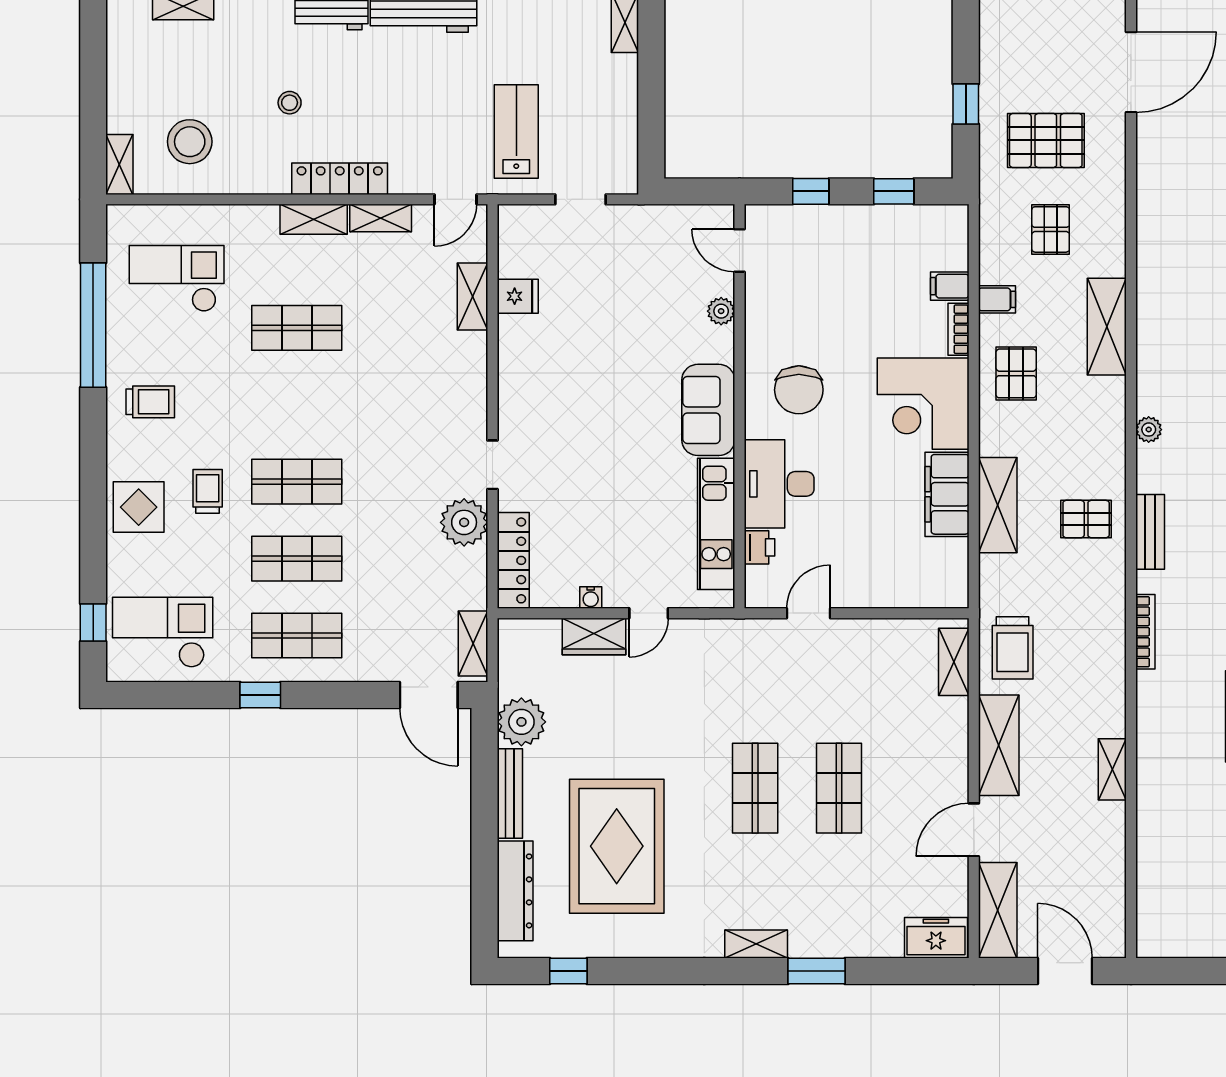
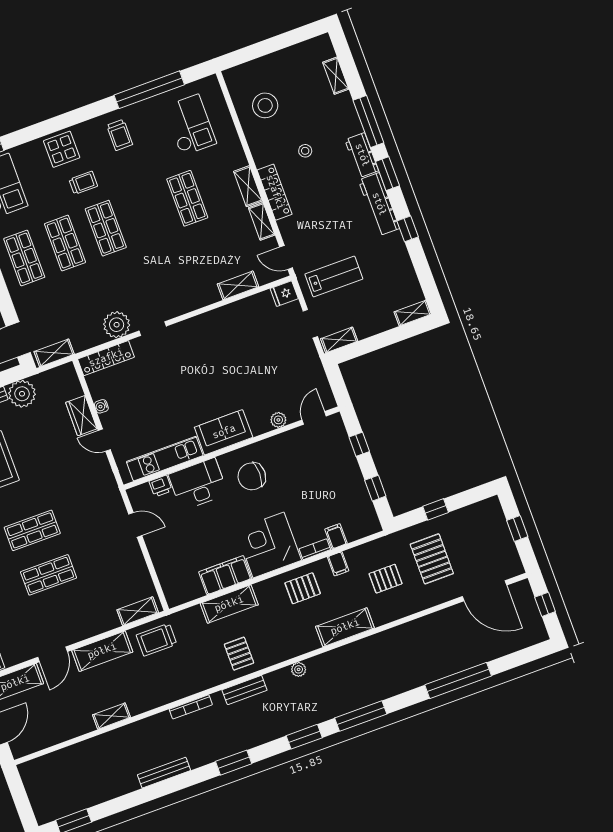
shelving: (119, 165) -> (339, 340), moved
fridge: (518, 296) -> (284, 294), moved, turned 90
door: (974, 830) -> (53, 654), swing flipped

